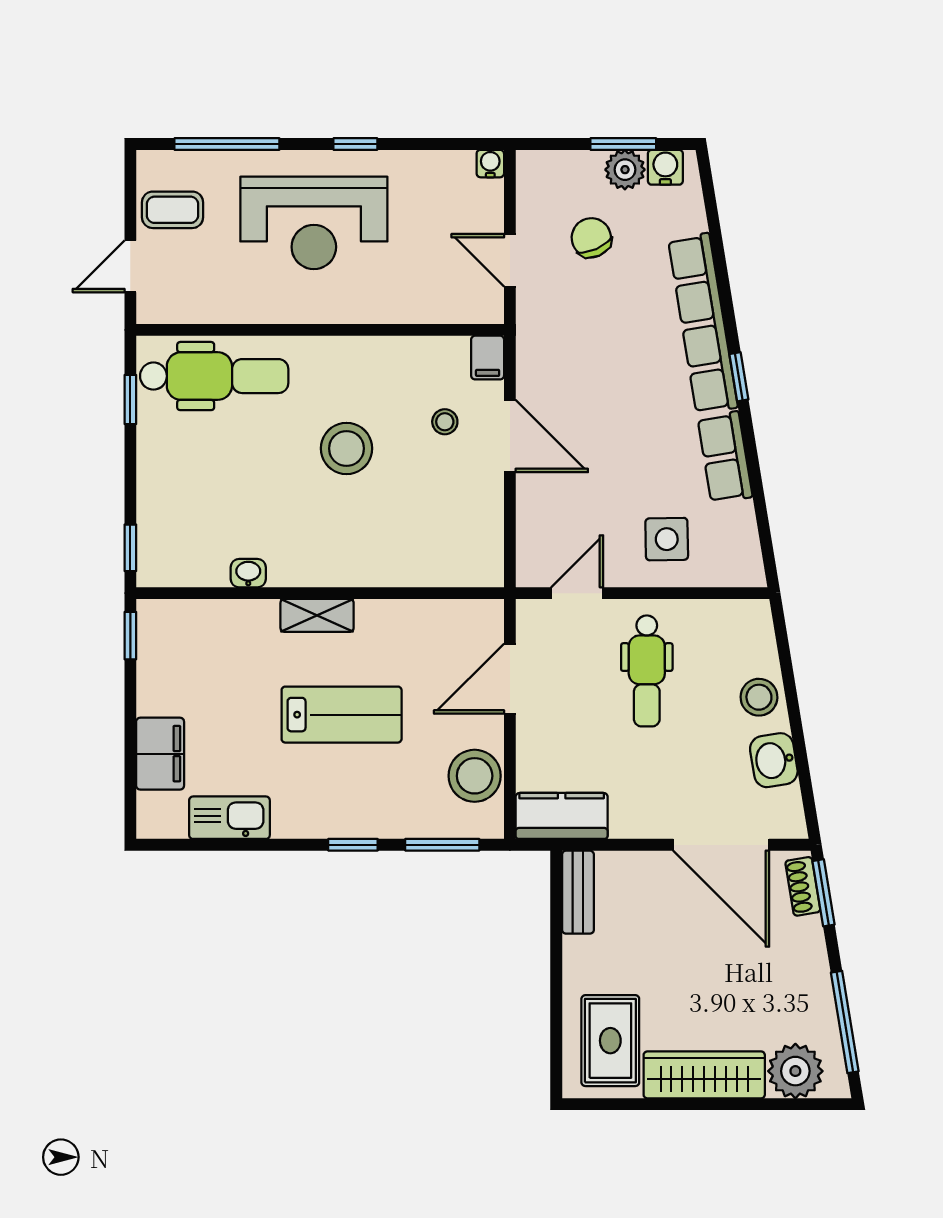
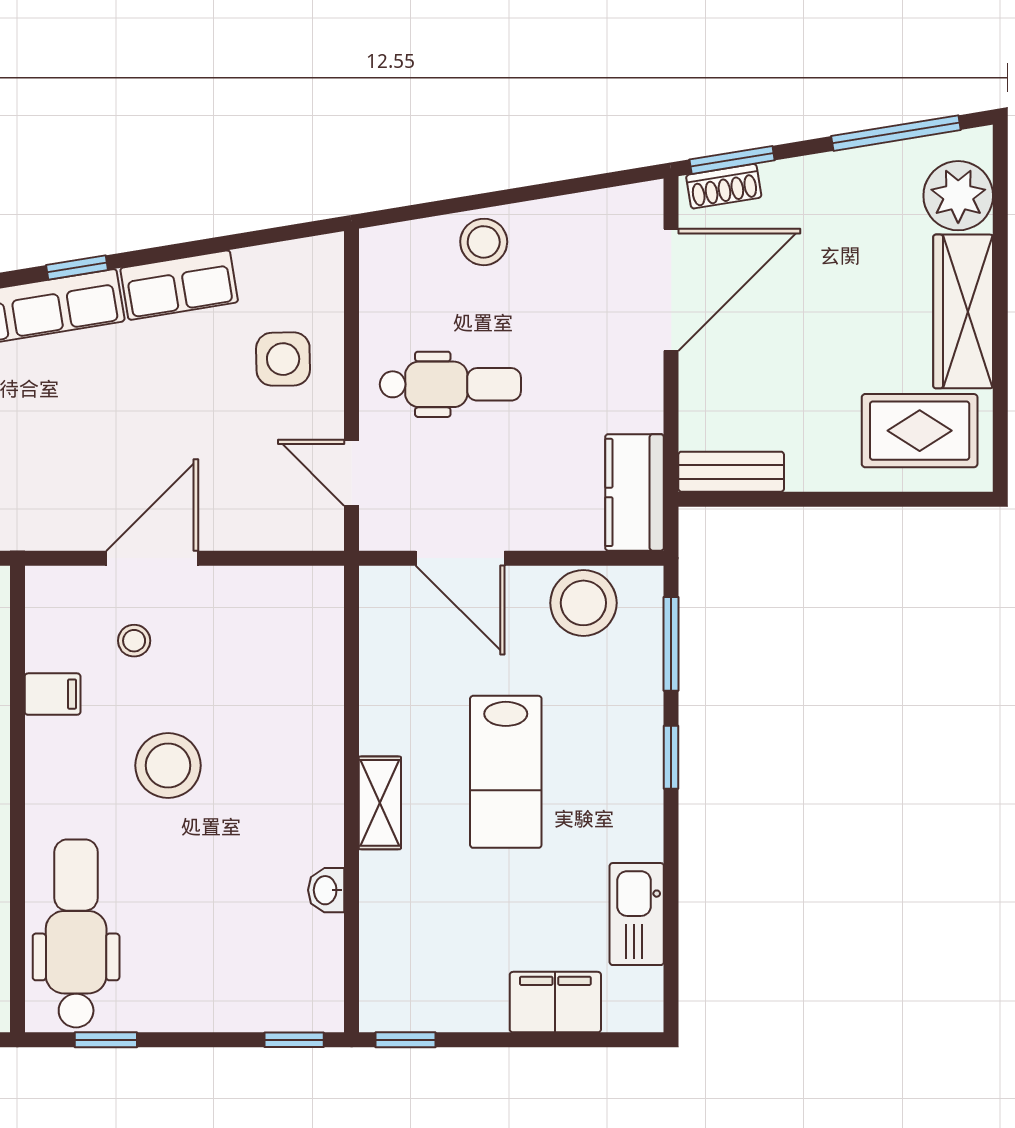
filing cabinet: (488, 358) -> (53, 694), moved
lab bench: (342, 715) -> (506, 772), turned 180
washbasin: (774, 760) -> (564, 223), removed

